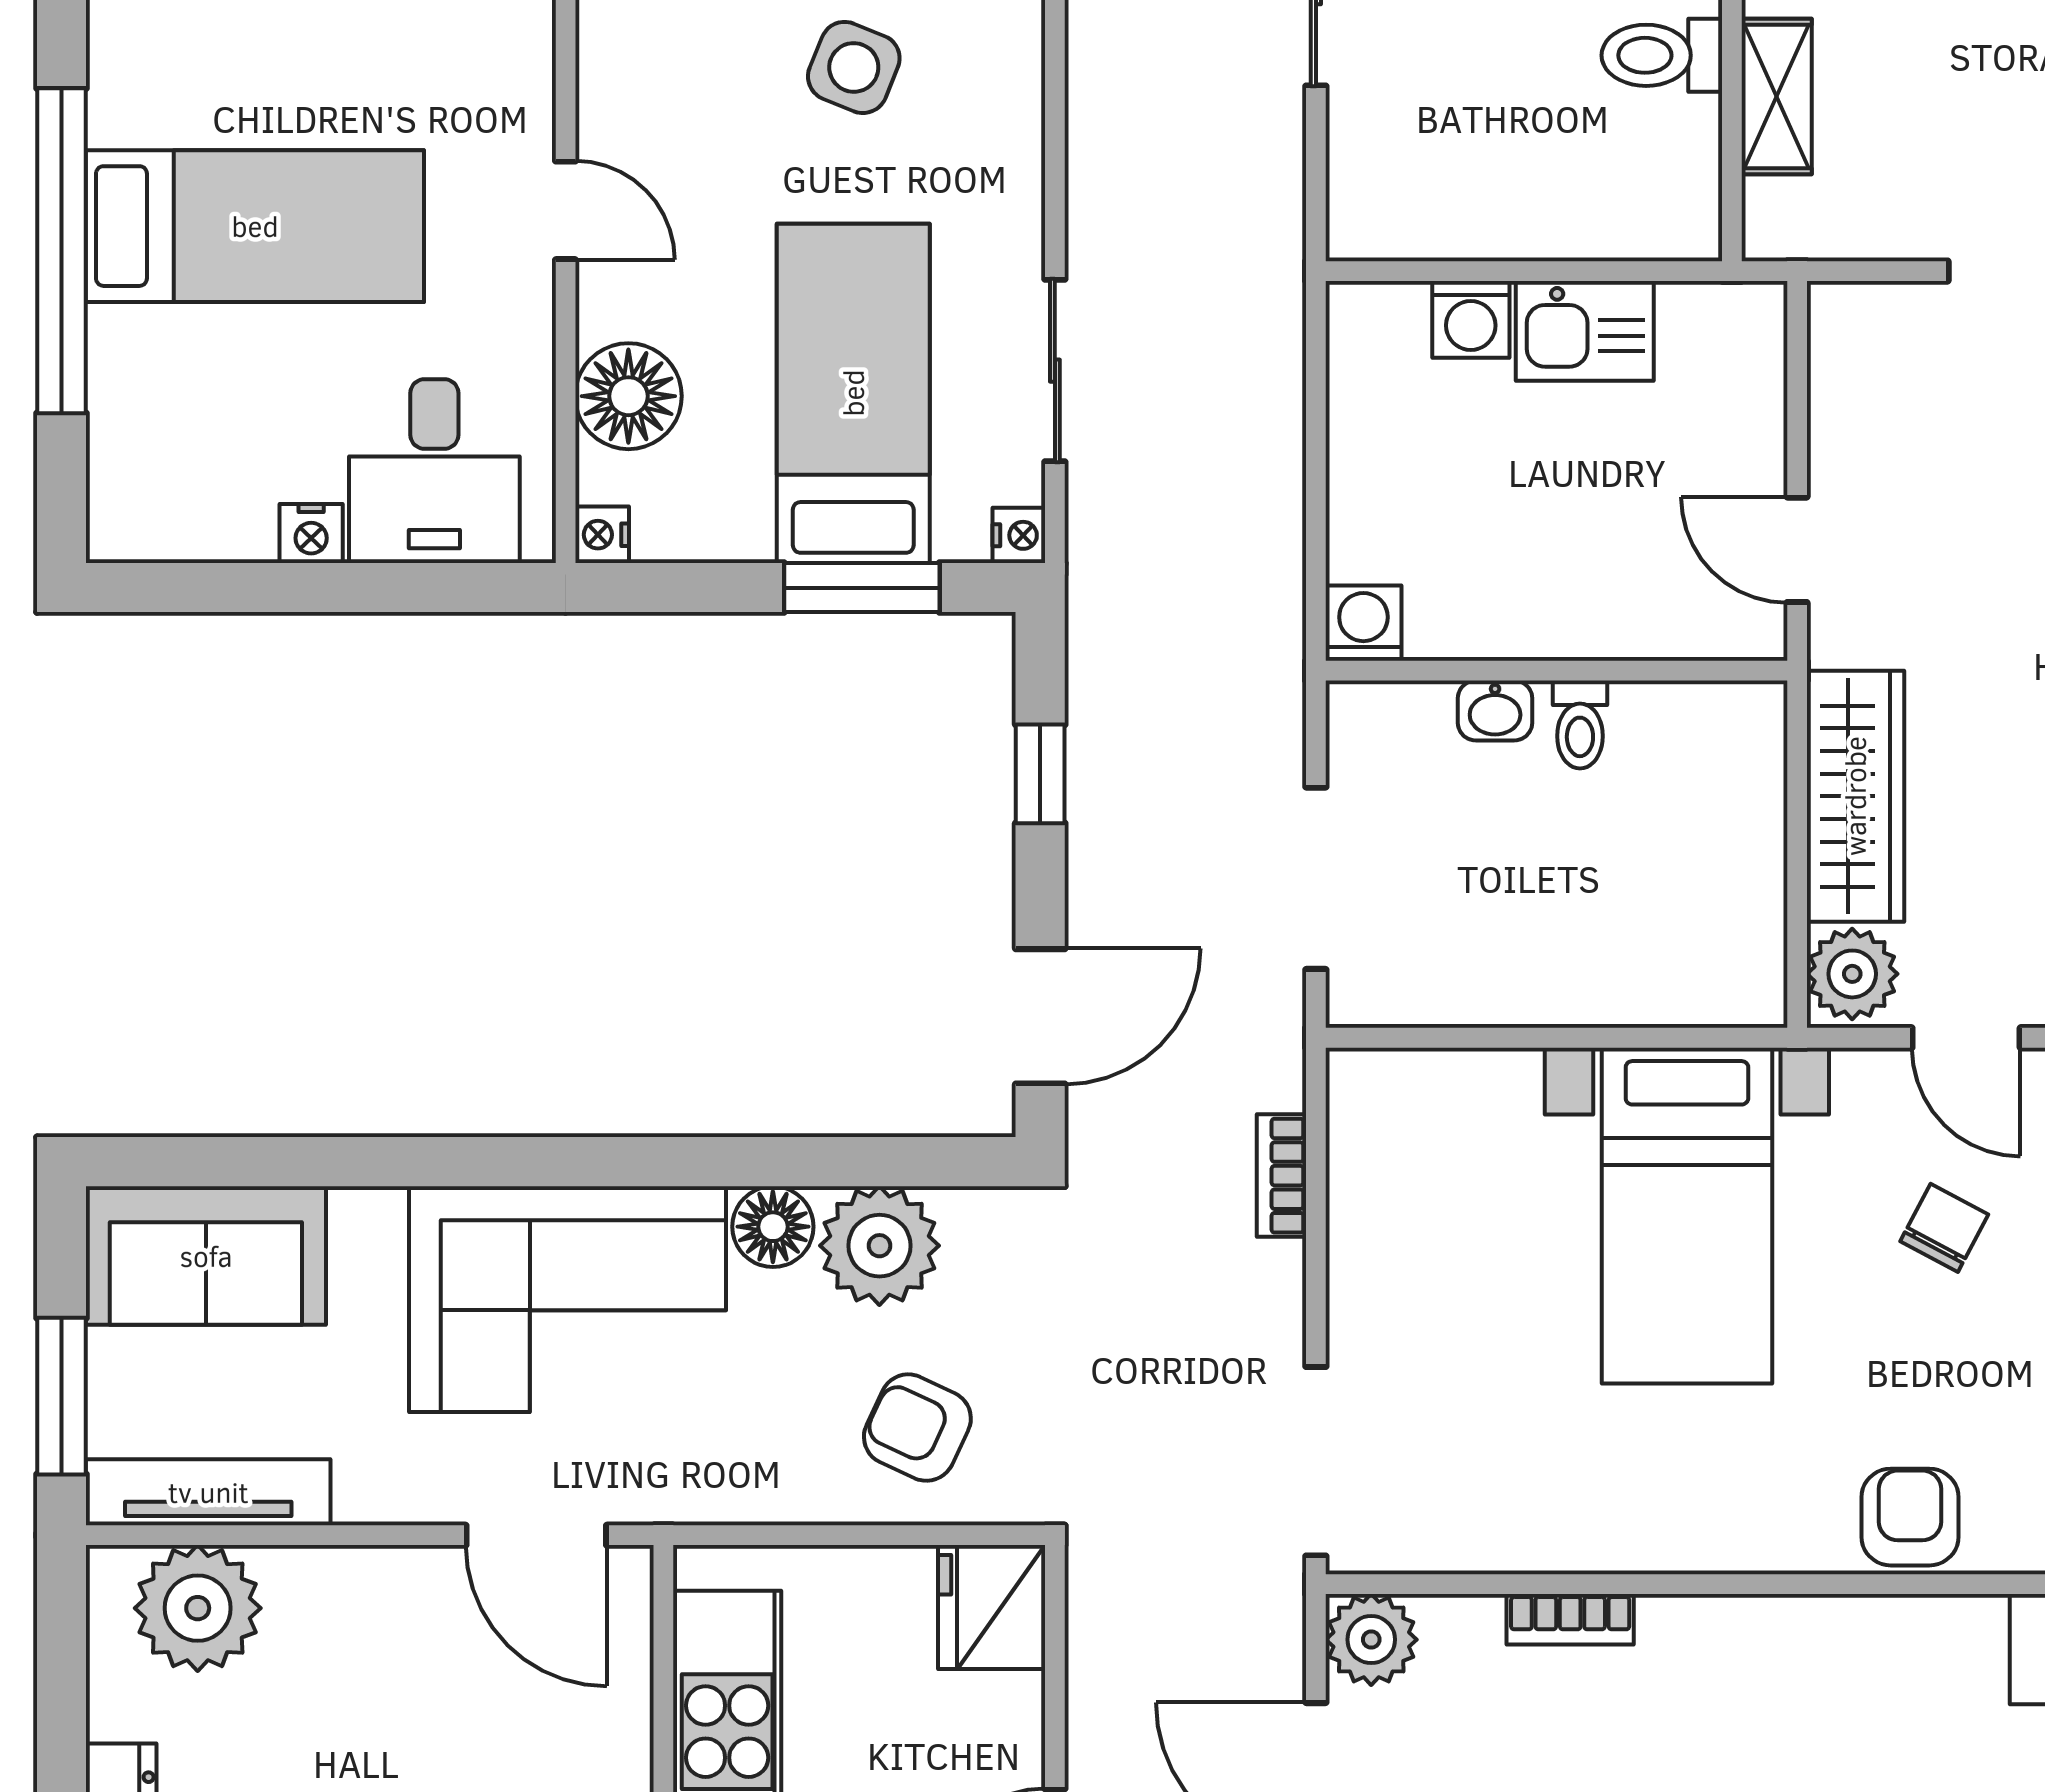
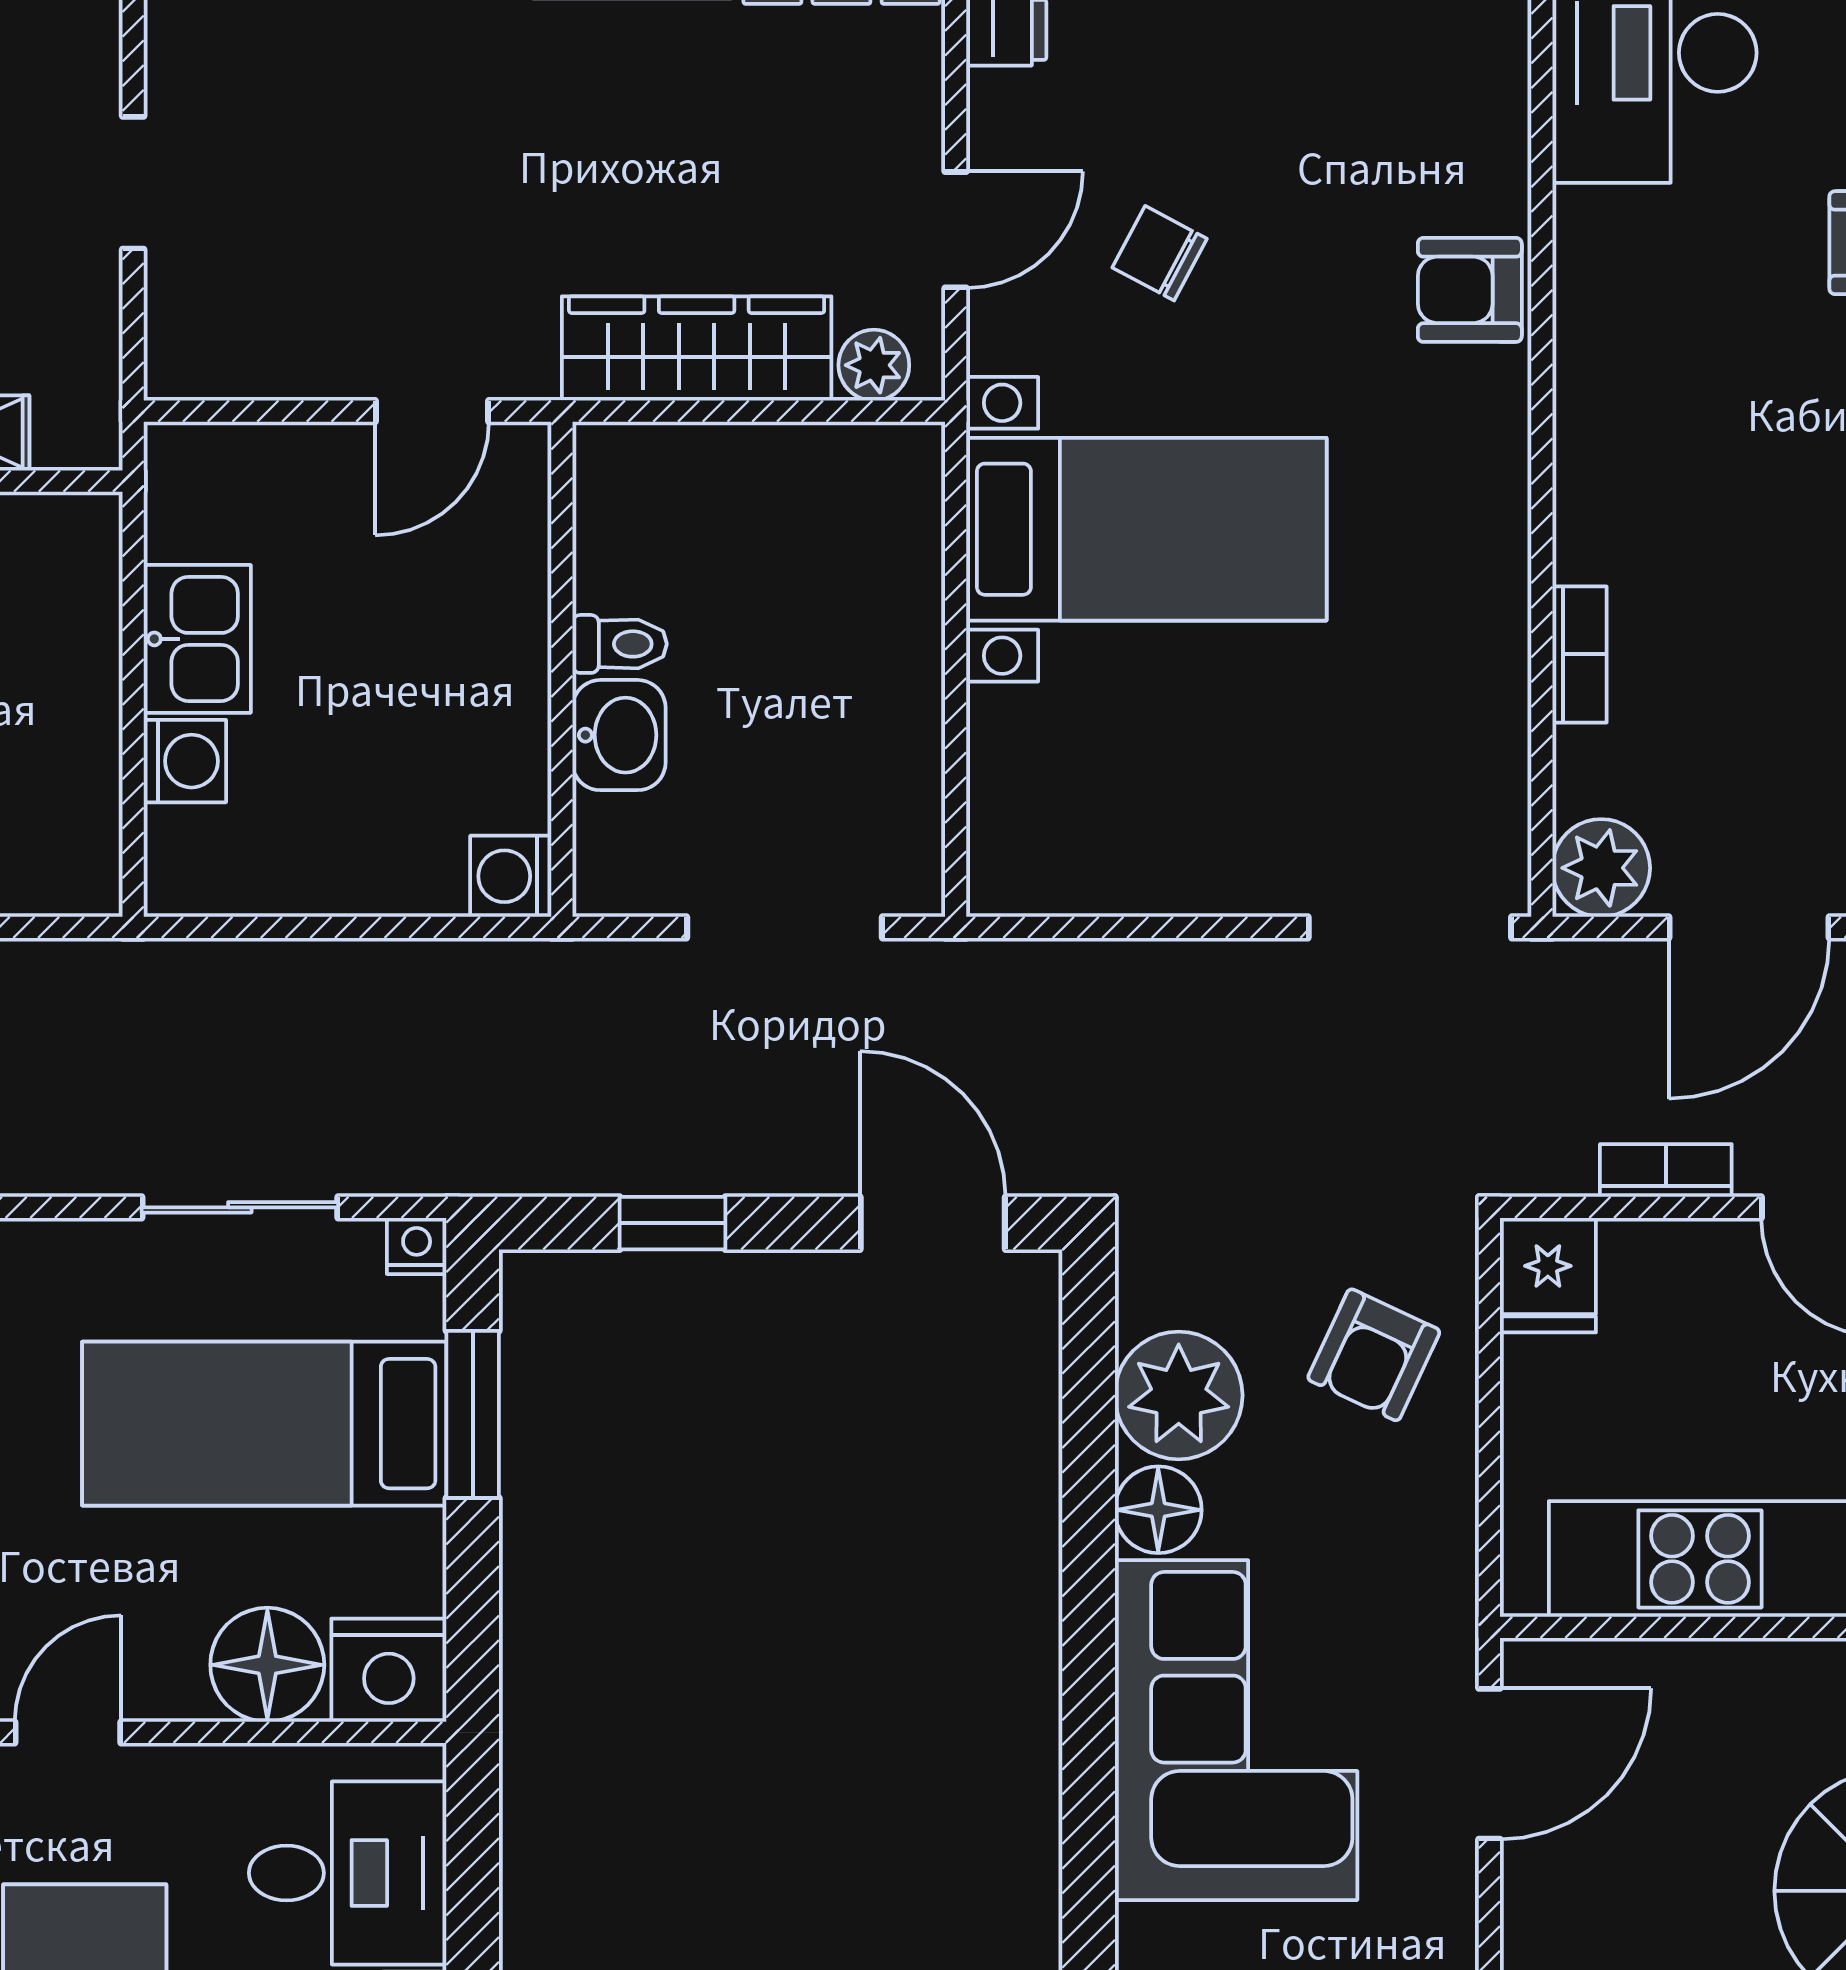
nightstand: (602, 535) -> (389, 1670), width x1.89, depth x1.79
washbasin: (1495, 711) -> (619, 735), width x1.38, depth x1.45
plant: (1852, 974) -> (874, 365), width x0.73, depth x0.73
bookcase: (1282, 1176) -> (1666, 1170), moved, turned 180
fridge: (992, 1607) -> (1548, 1275), width x0.72

